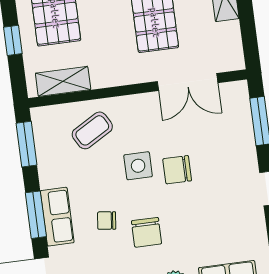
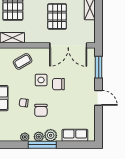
double door: (188, 82) -> (68, 45), width x1.37

